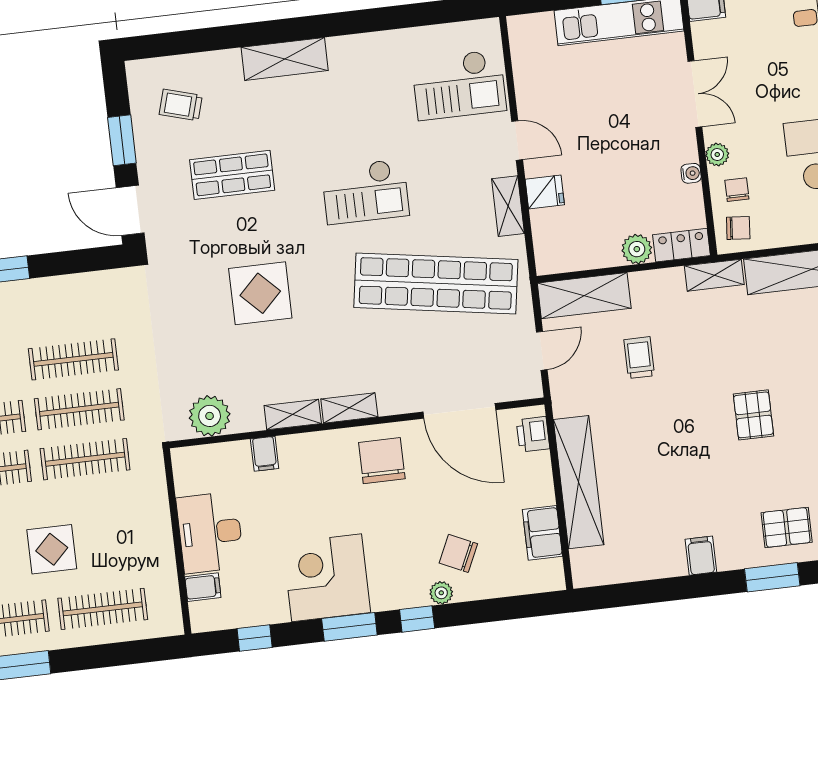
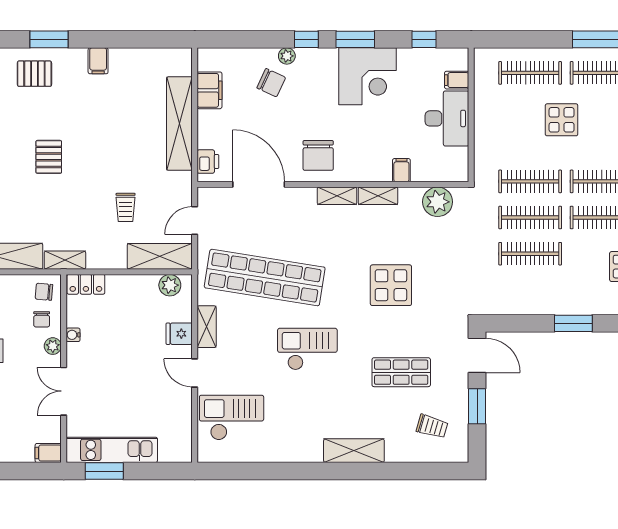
plant: (637, 249) -> (170, 285), moved

